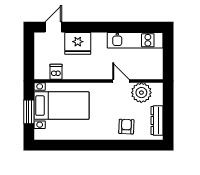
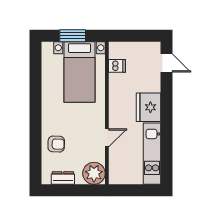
fridge: (78, 43) -> (149, 107), moved
plant: (141, 93) -> (94, 173), moved
dresser: (157, 121) -> (63, 178), width x0.70

